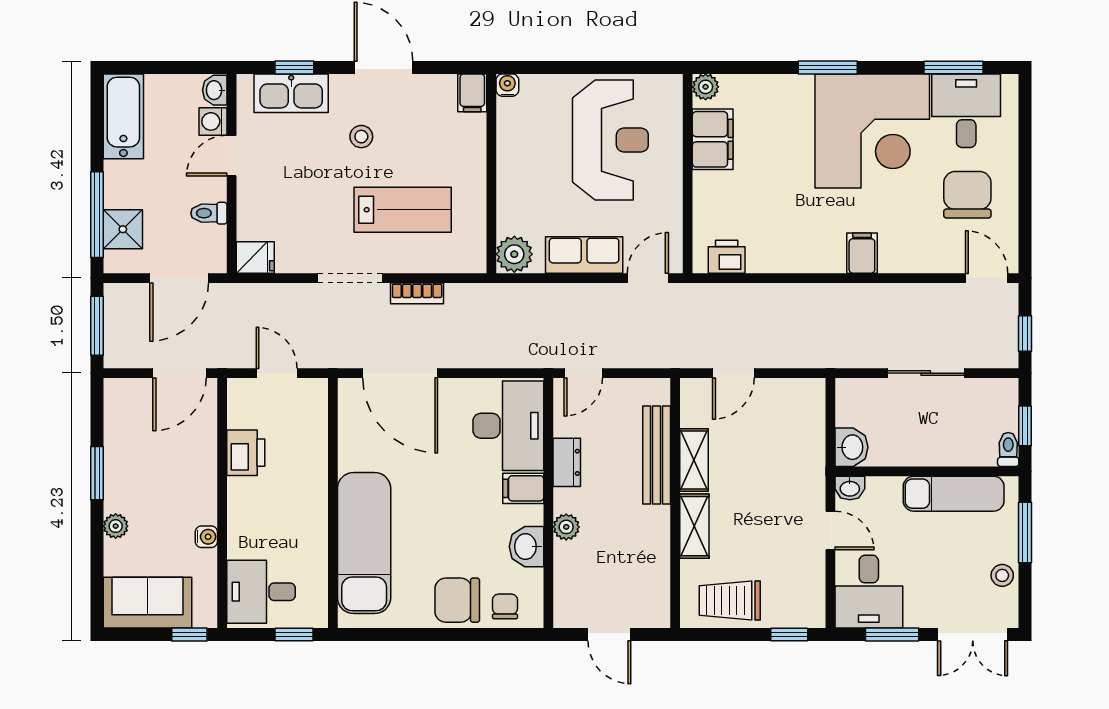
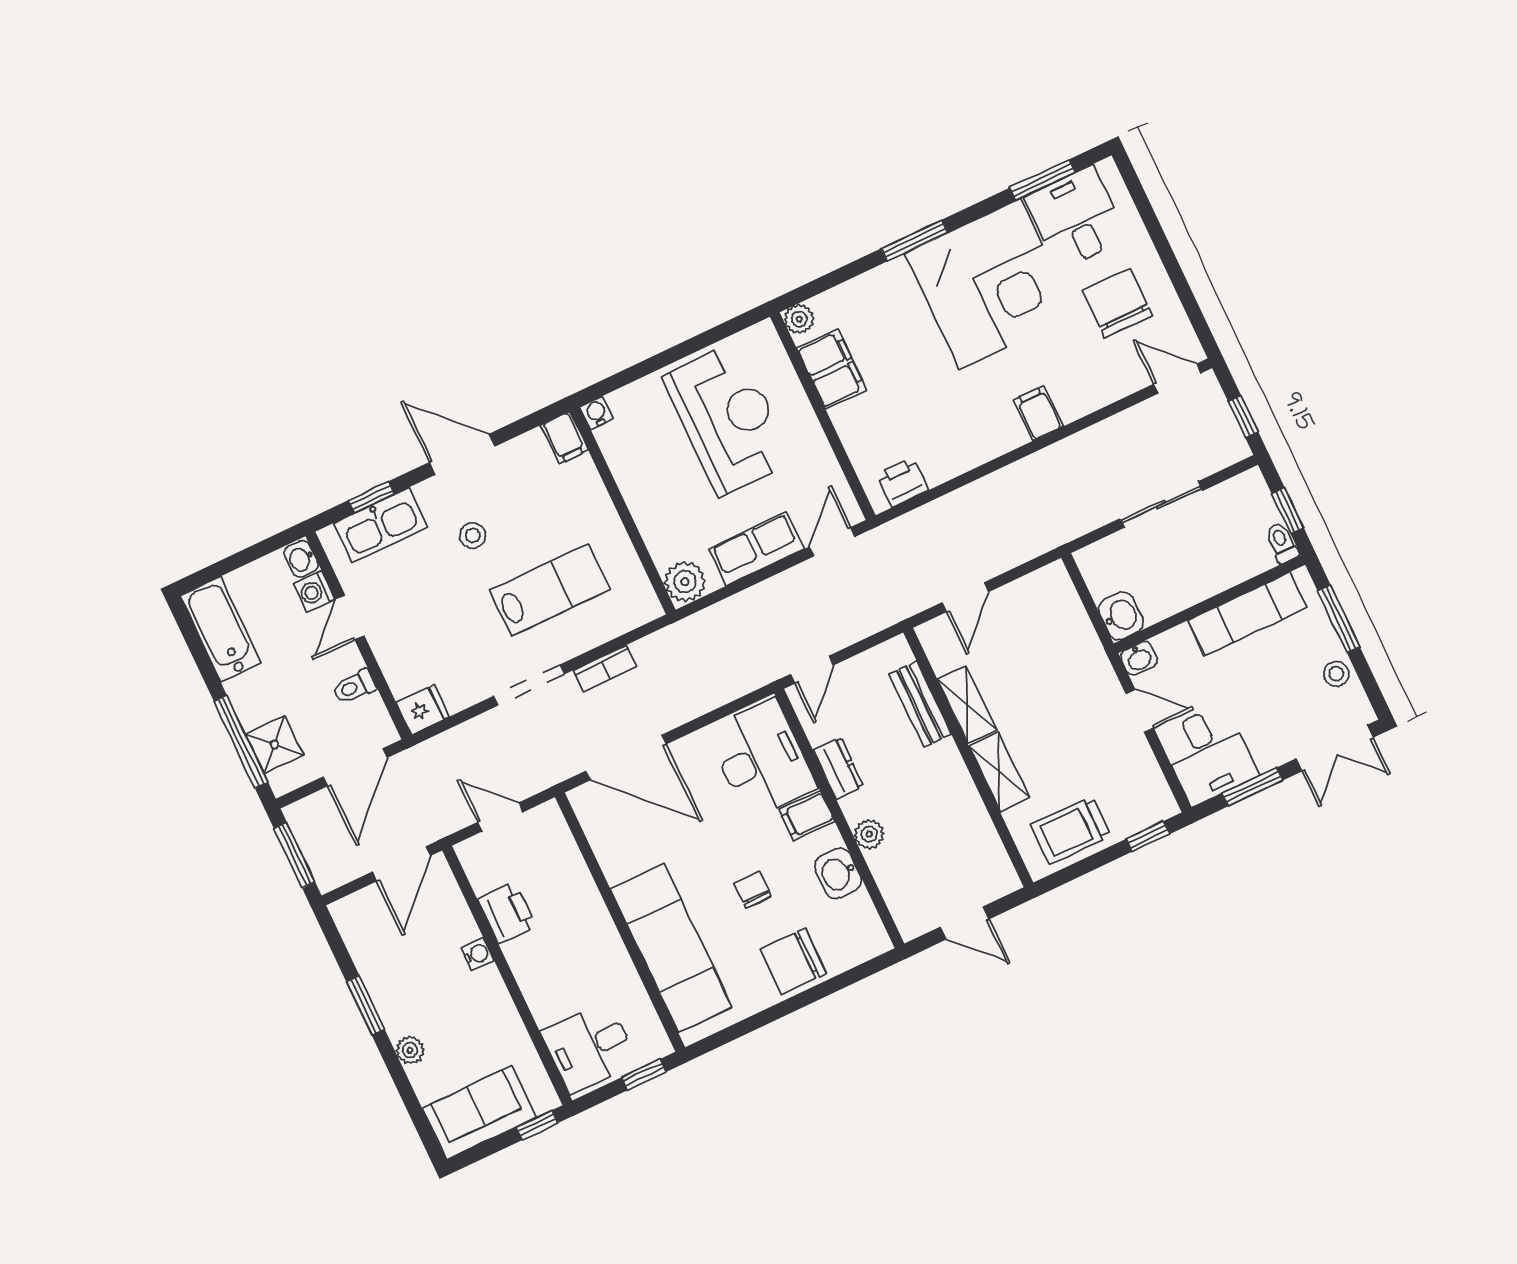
bench: (657, 455) -> (920, 704), width x0.73
water cooler: (206, 537) -> (478, 954), moved
chair: (505, 606) -> (753, 890), moved

